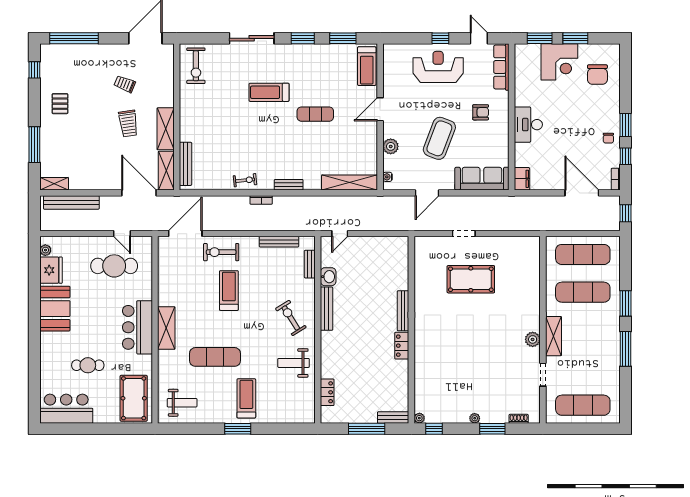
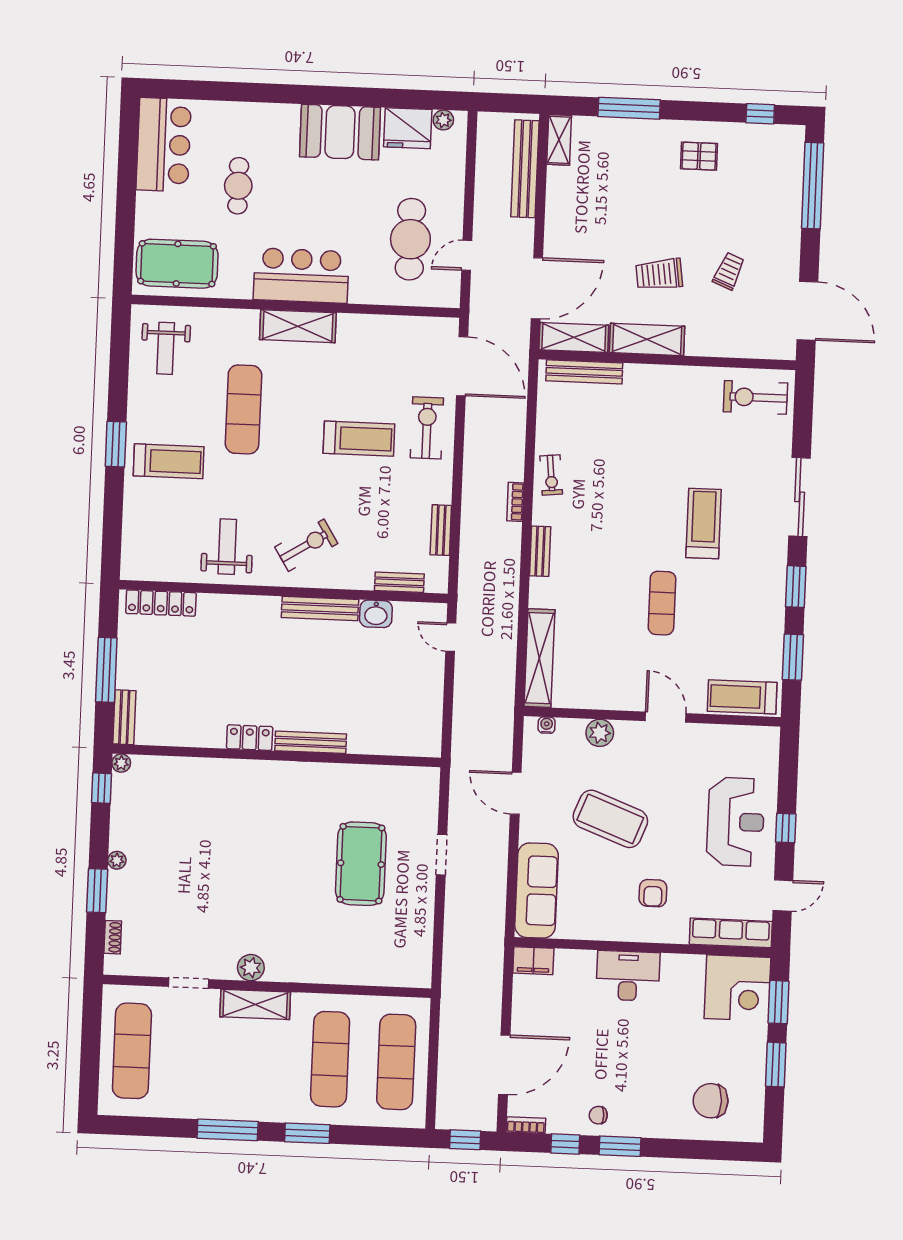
corner desk: (559, 62) -> (737, 988), moved, turned -90
bench: (279, 242) -> (441, 530), width x0.73
locker: (327, 392) -> (161, 603), width x1.53

